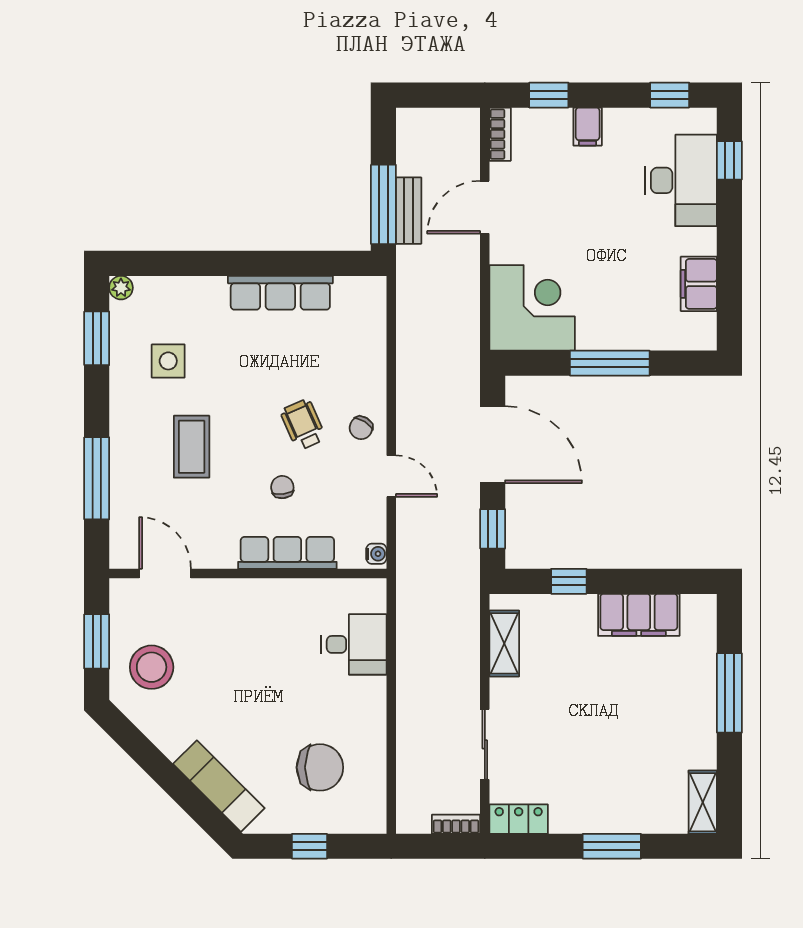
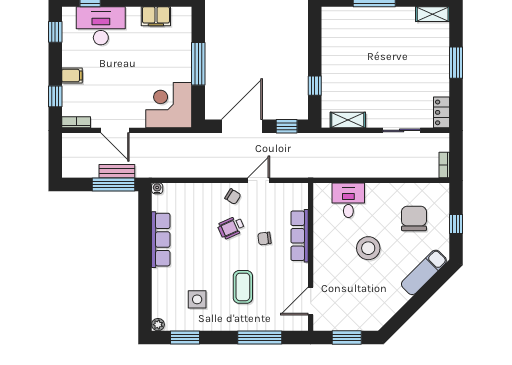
coffee table: (192, 447) -> (243, 287), turned 90
water cooler: (376, 554) -> (157, 188), moved
filing cabinet: (639, 615) -> (333, 48), removed
stool: (152, 667) -> (368, 248), moved
bookcase: (456, 824) -> (444, 165), moved

